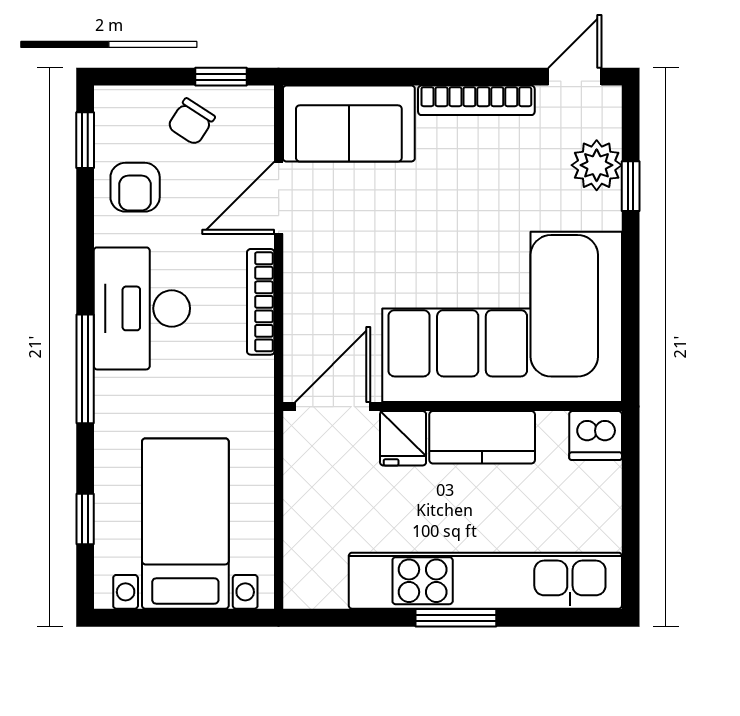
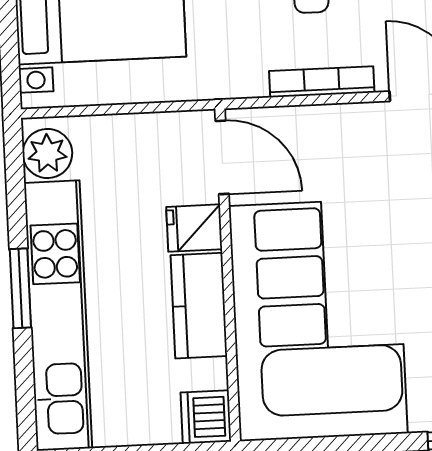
plant: (320, 584) -> (47, 153), added

